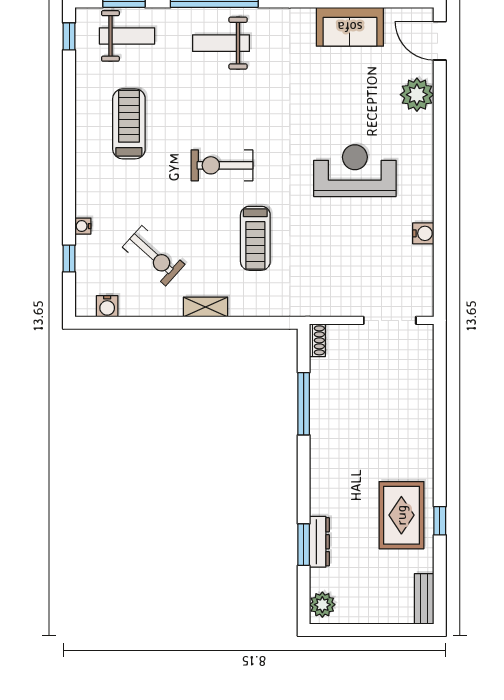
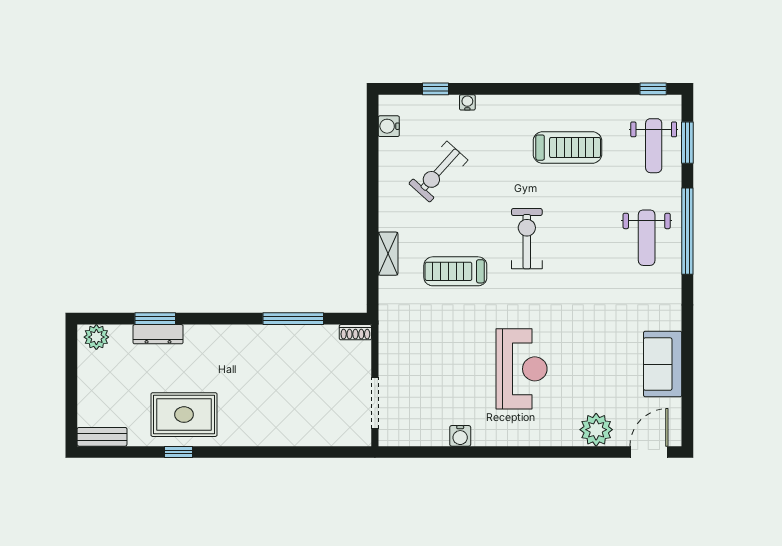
weight bench: (221, 43) -> (647, 238), turned 180
shelving: (206, 307) -> (388, 254), moved

